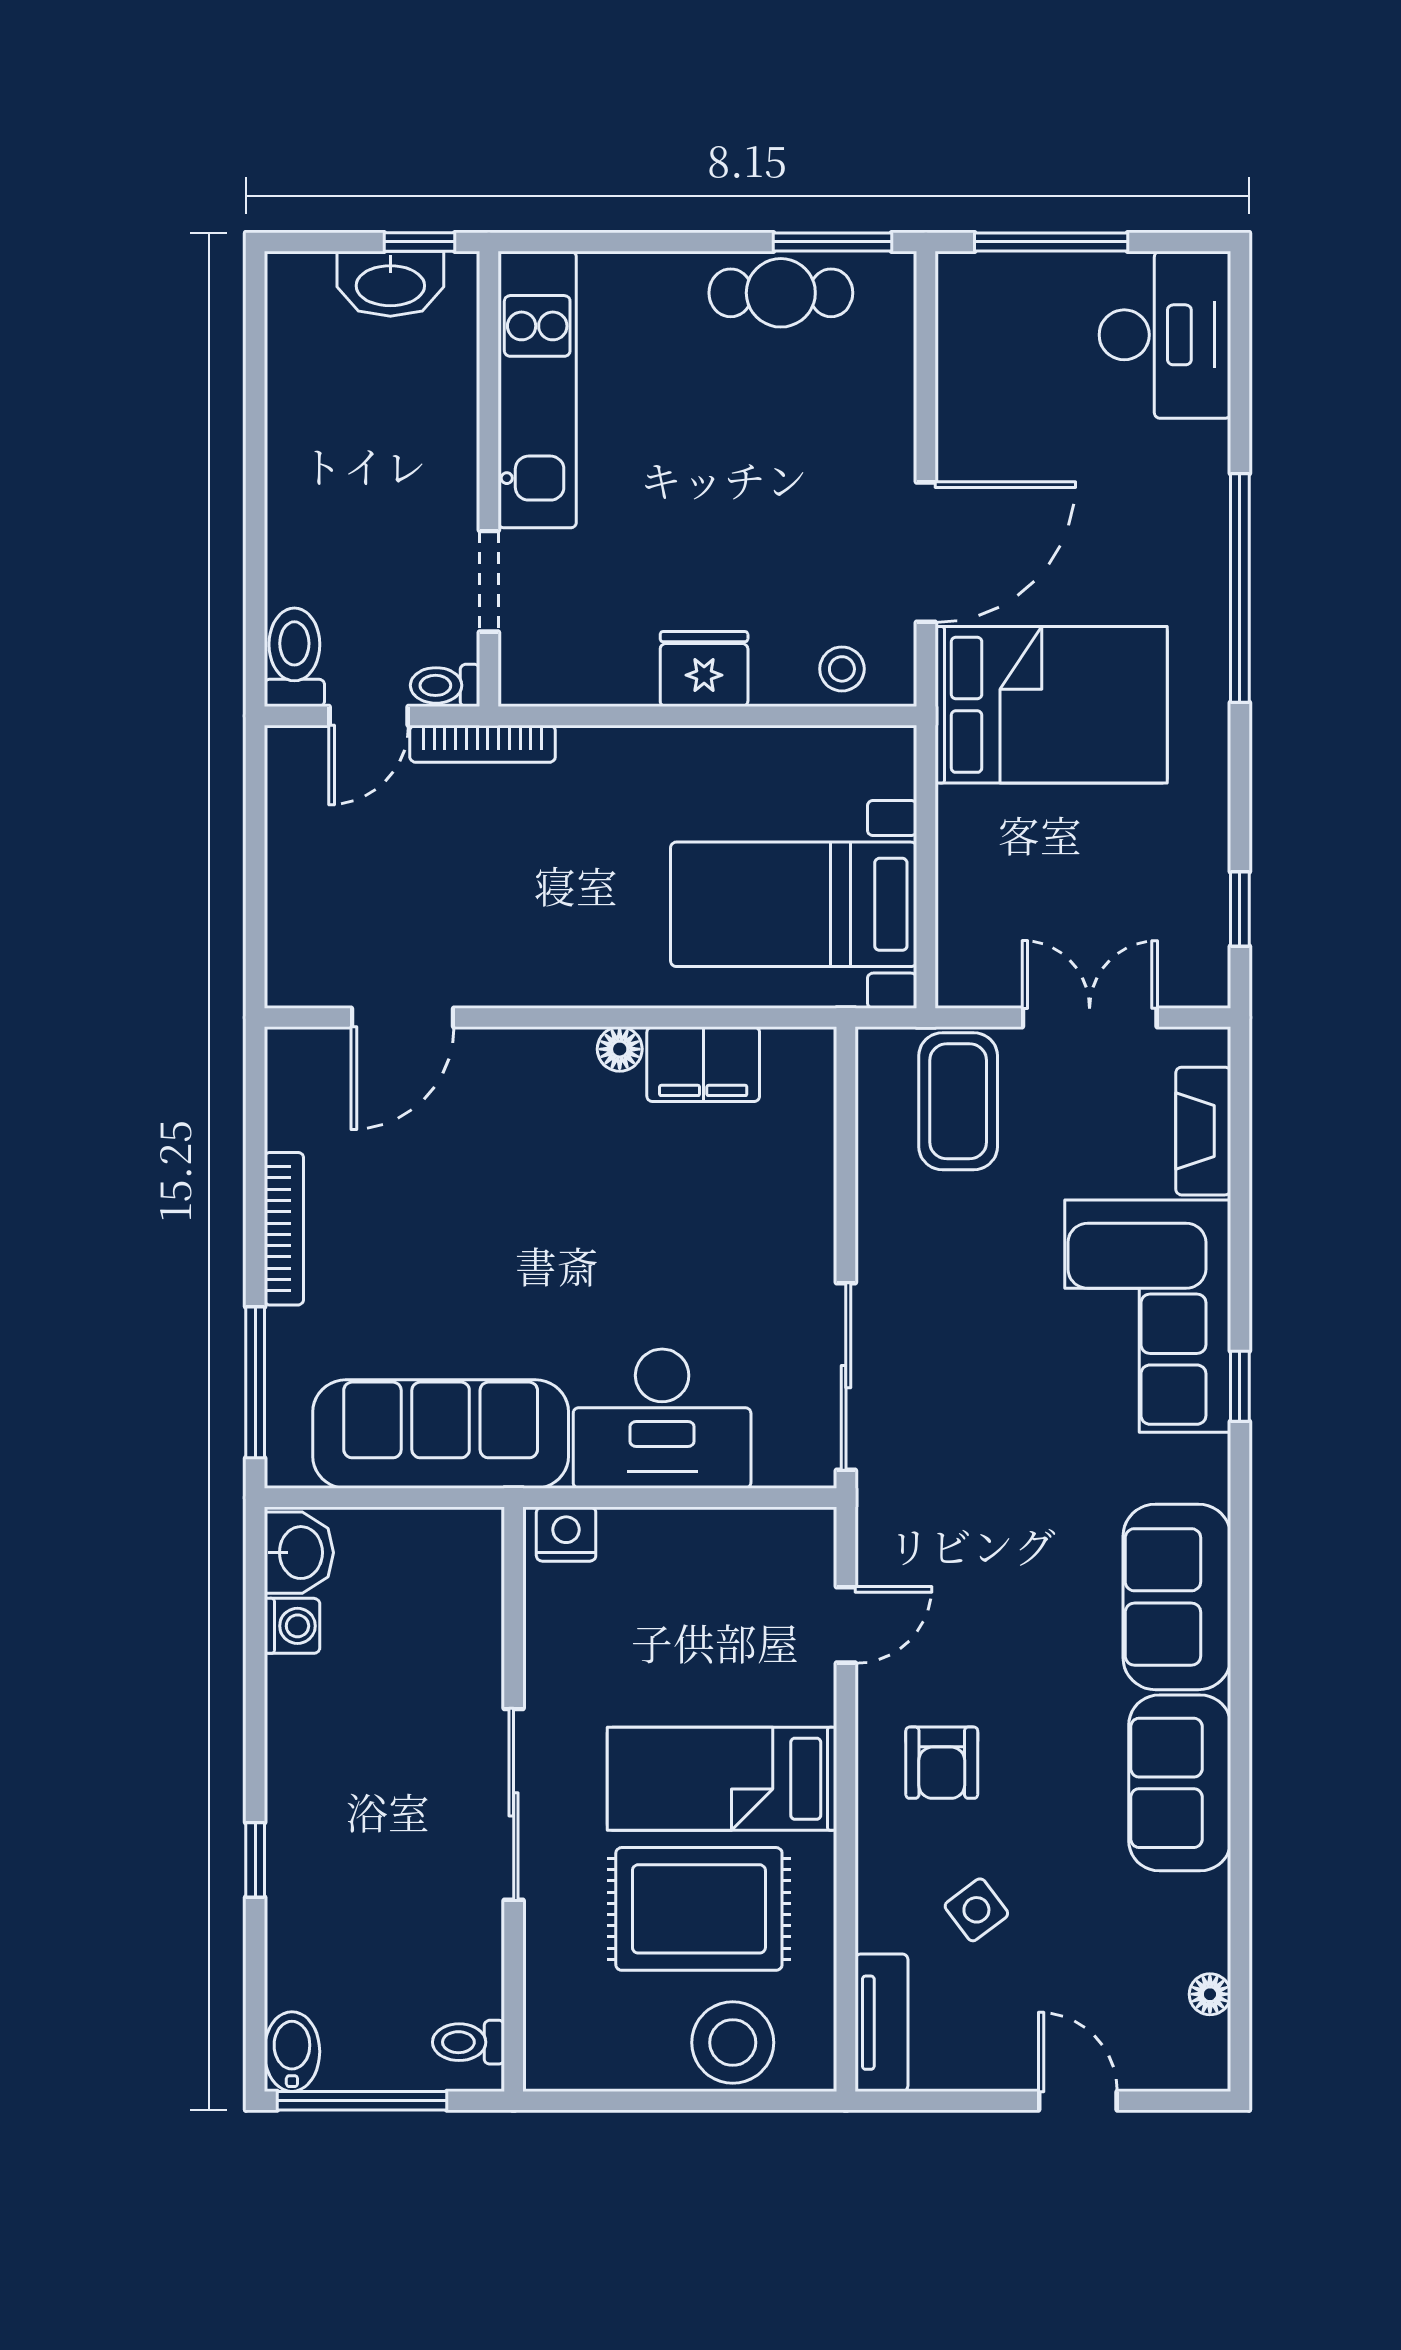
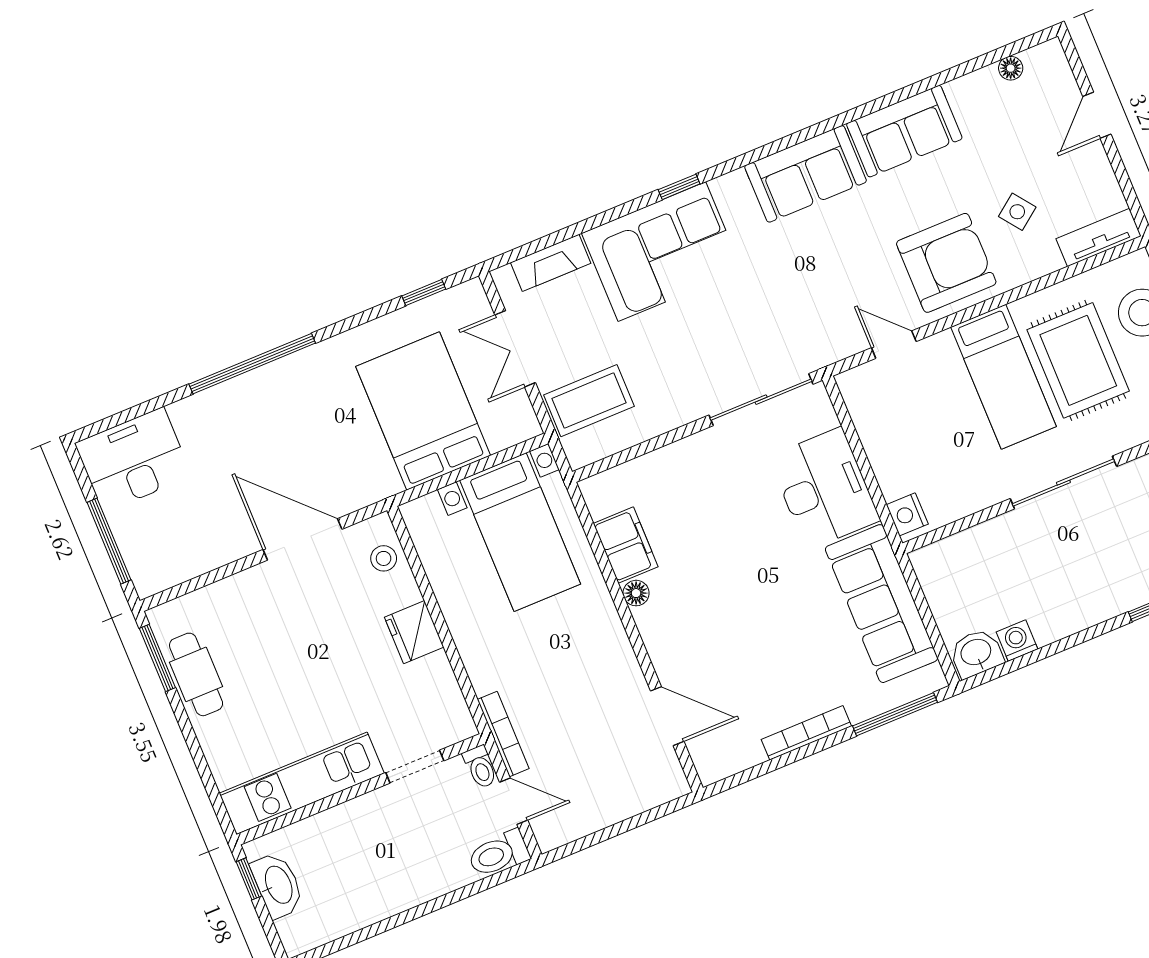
bed: (1051, 705) -> (423, 411), moved
armchair: (942, 1763) -> (946, 263), width x1.88, depth x1.88

